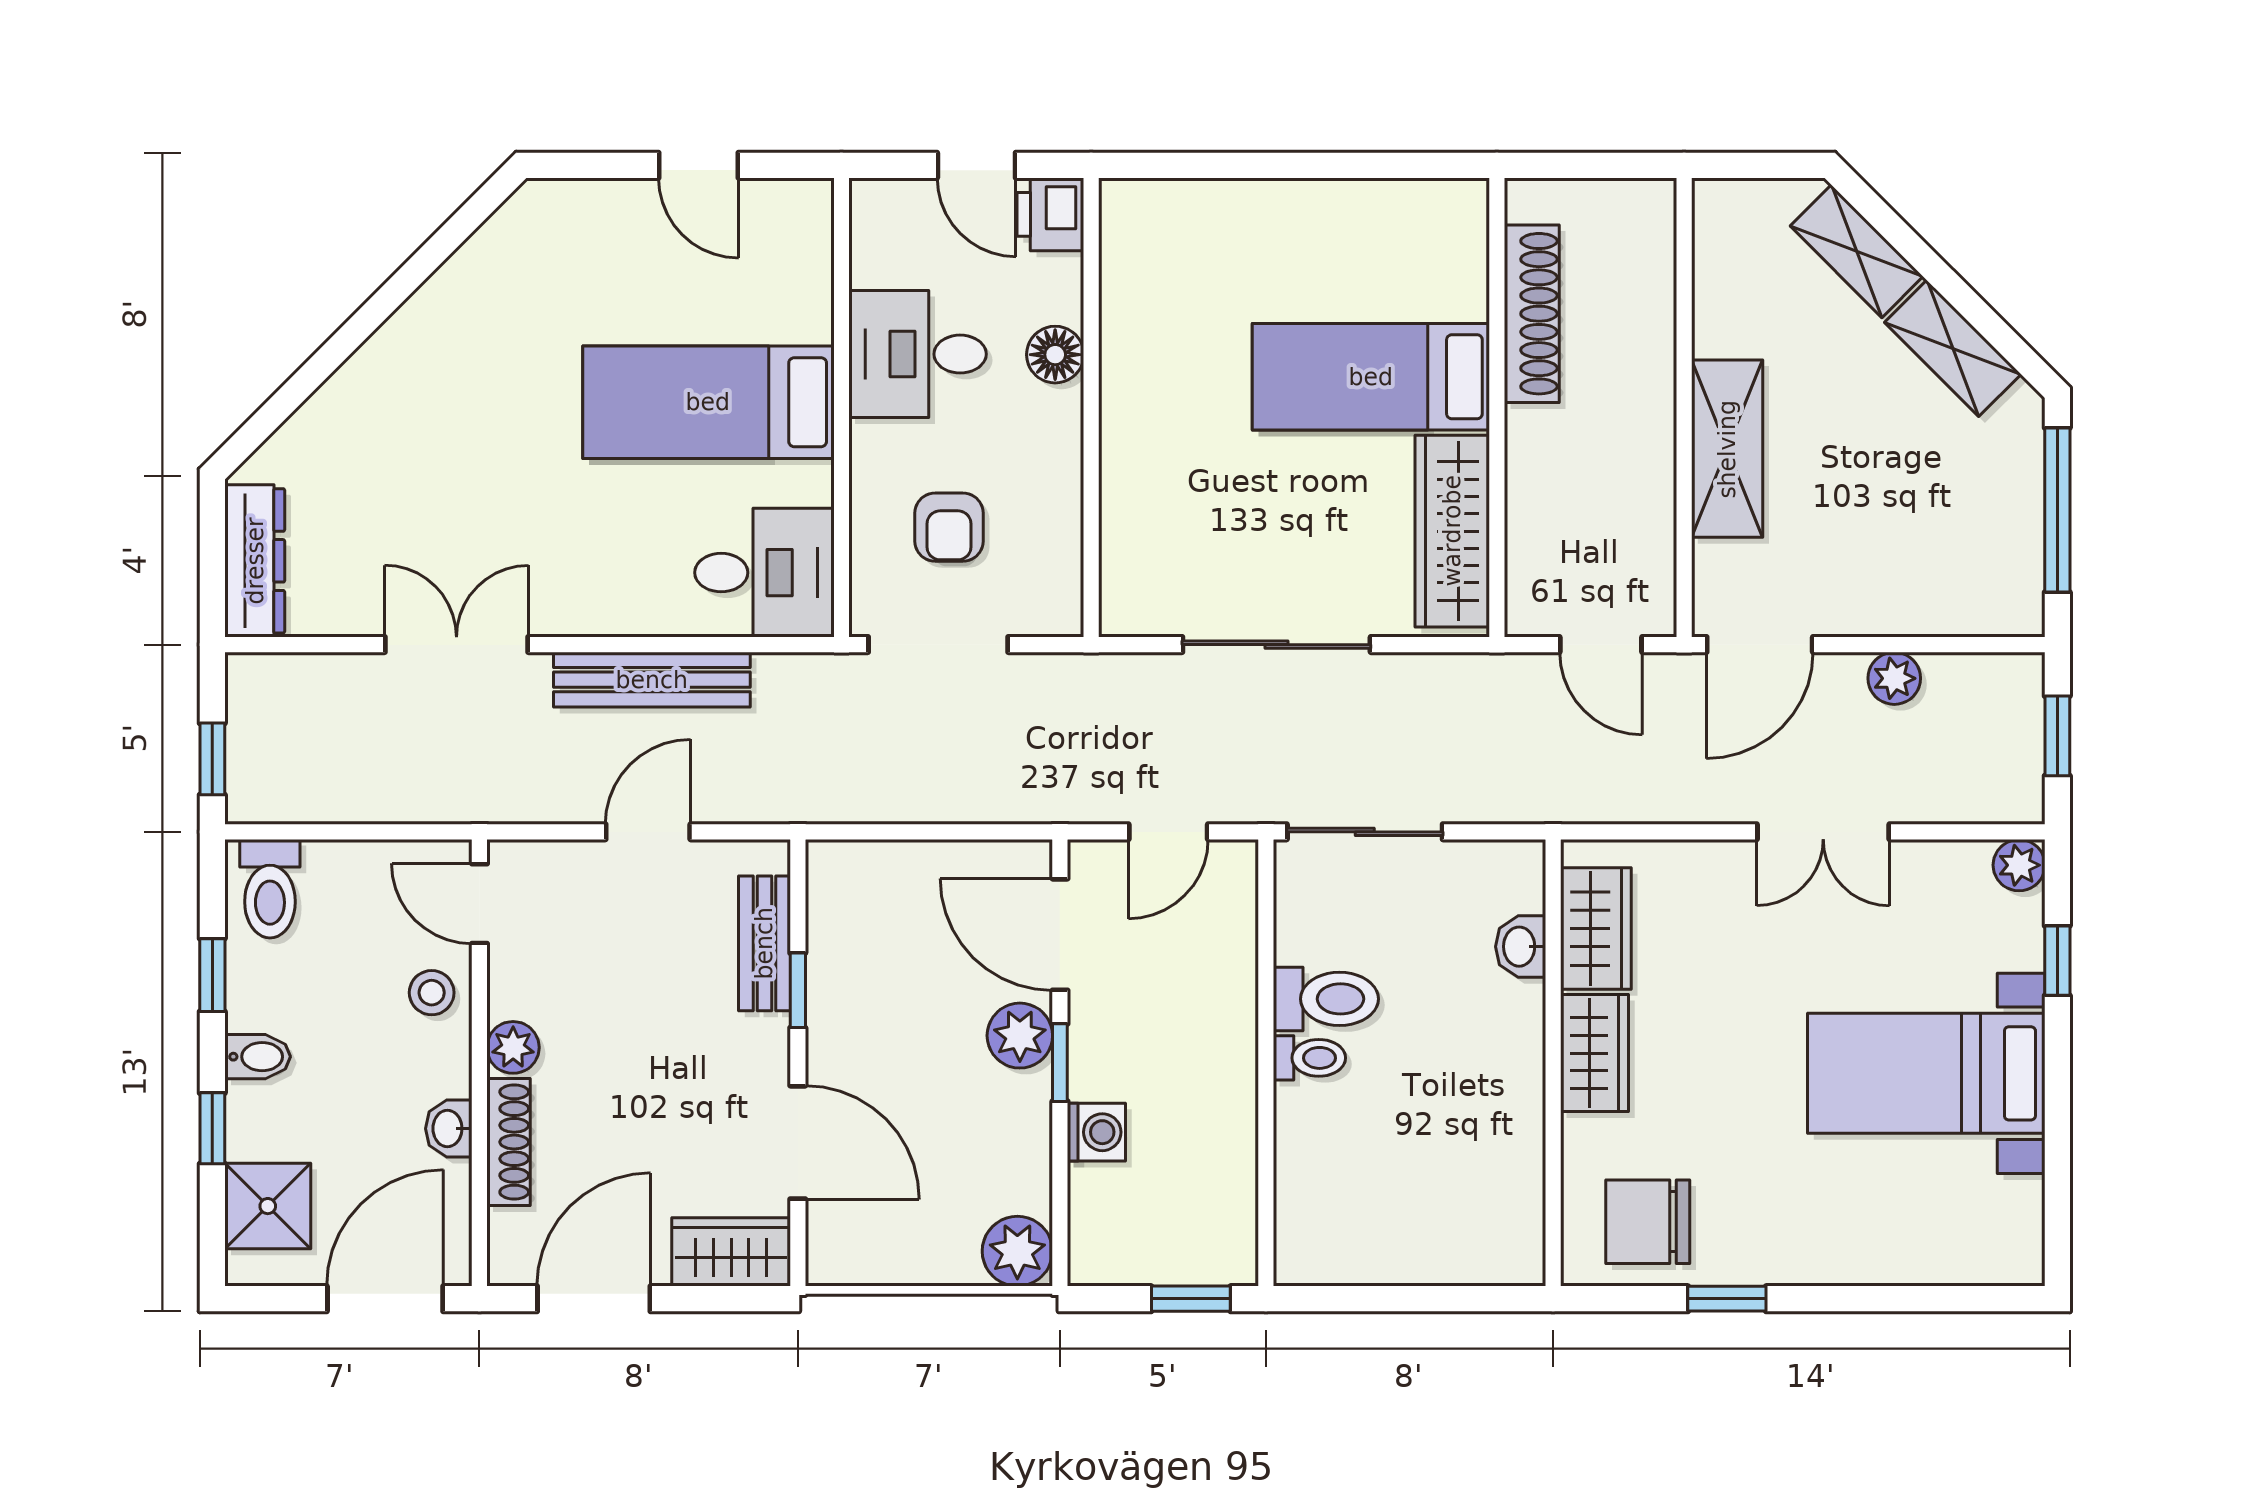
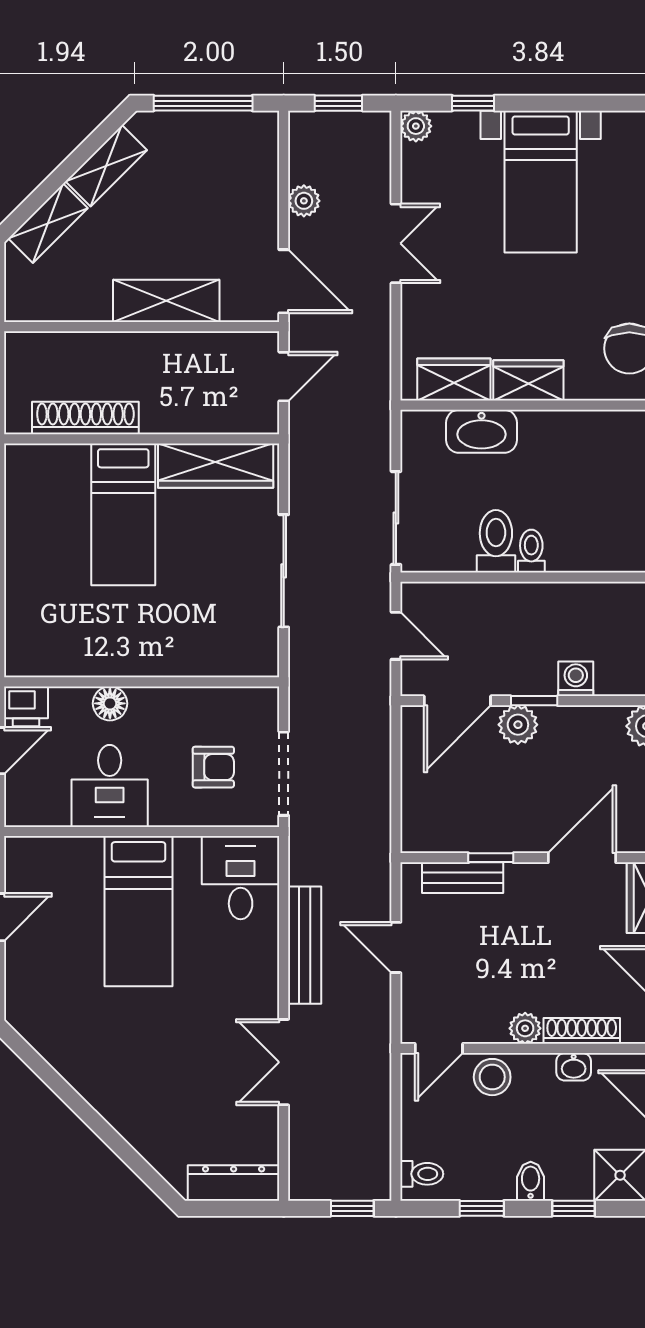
toilet: (270, 889) -> (422, 1174), width x0.73, depth x0.72
washbasin: (1521, 947) -> (482, 431), width x1.91, depth x1.45
stool: (432, 993) -> (492, 1077), width x1.37, depth x1.37

